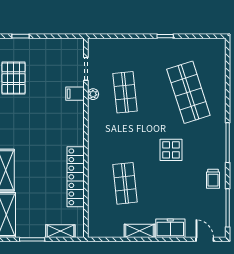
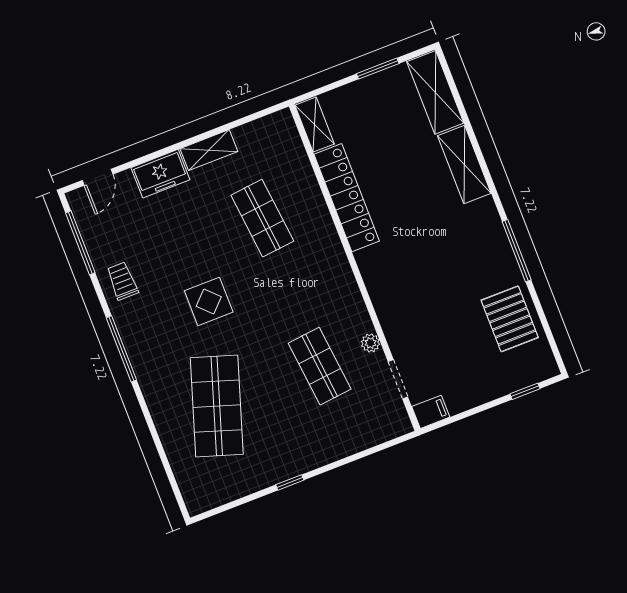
shop shelf: (188, 92) -> (217, 406), turned 36
filing cabinet: (75, 94) -> (431, 412), moved
shelving: (60, 231) -> (315, 125), moved, turned 90
door: (205, 239) -> (98, 177), hinge flipped

